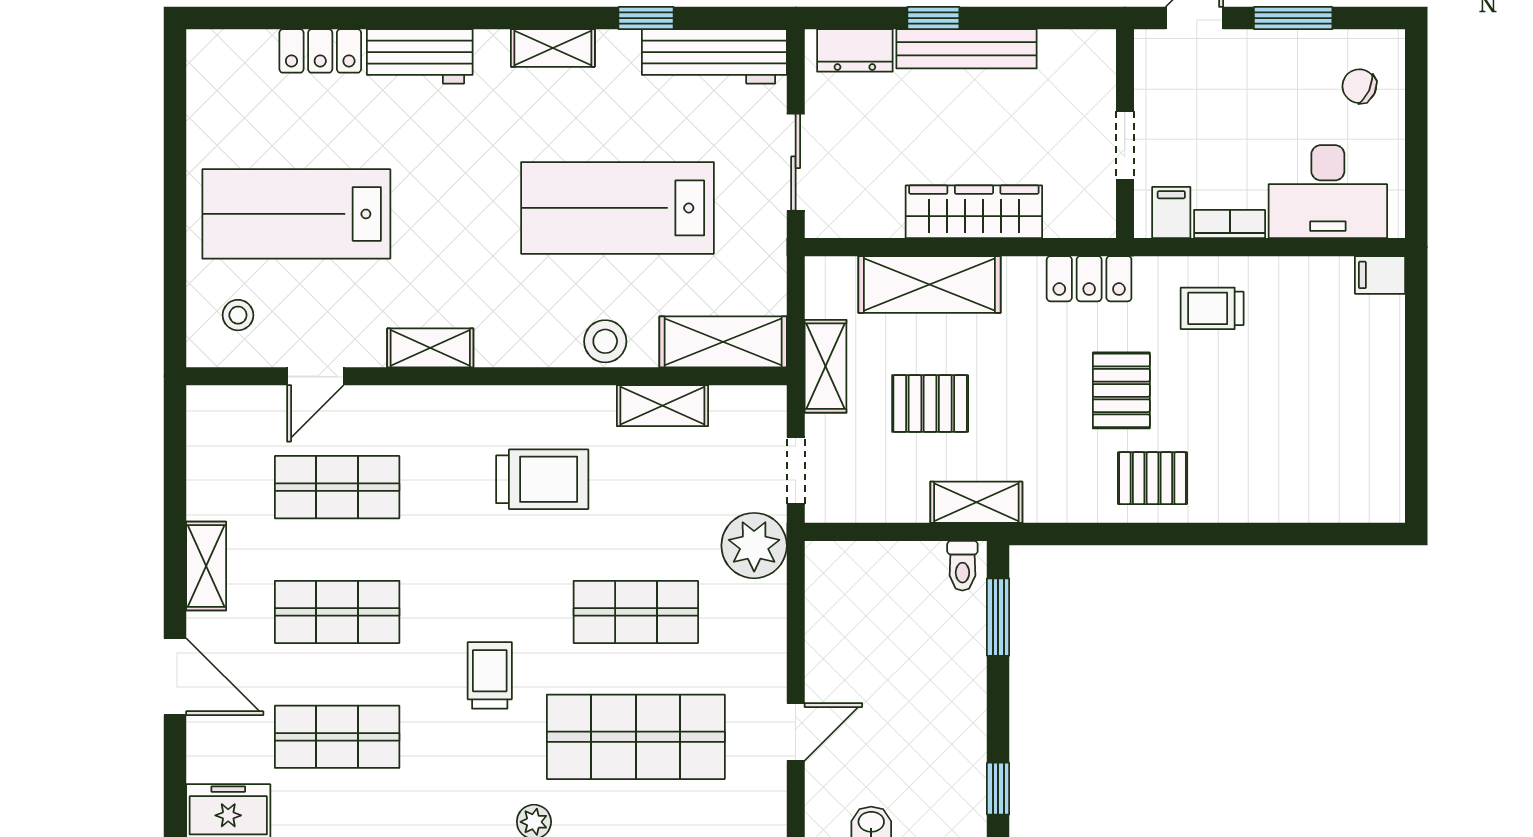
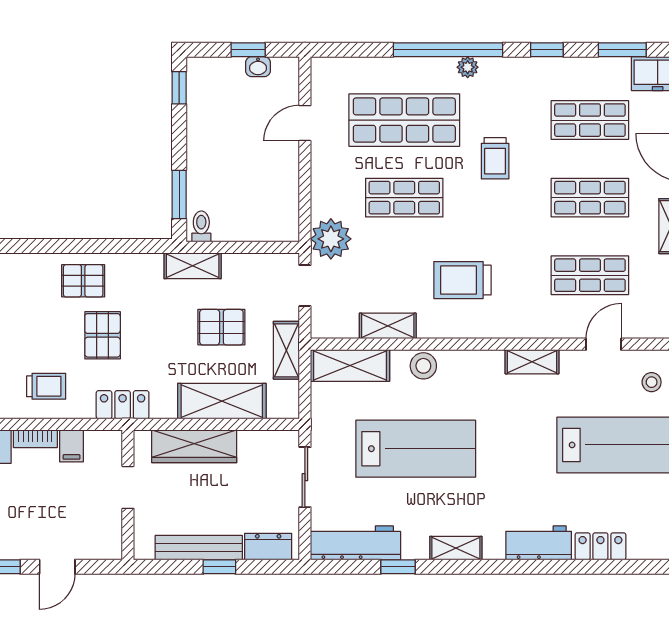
wall: (1125, 134) -> (128, 495), moved
doorway: (1125, 146) -> (128, 487), moved

